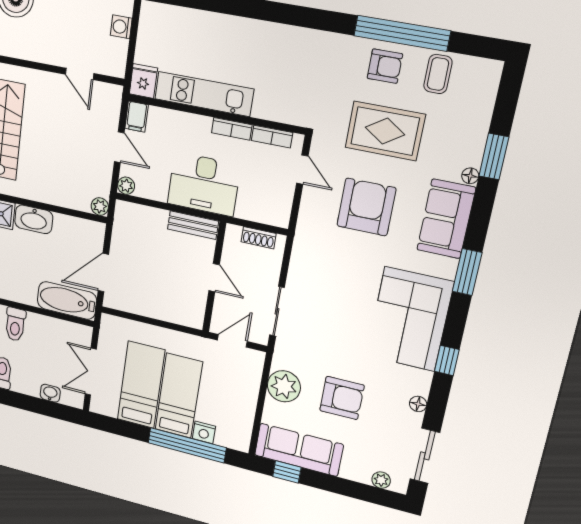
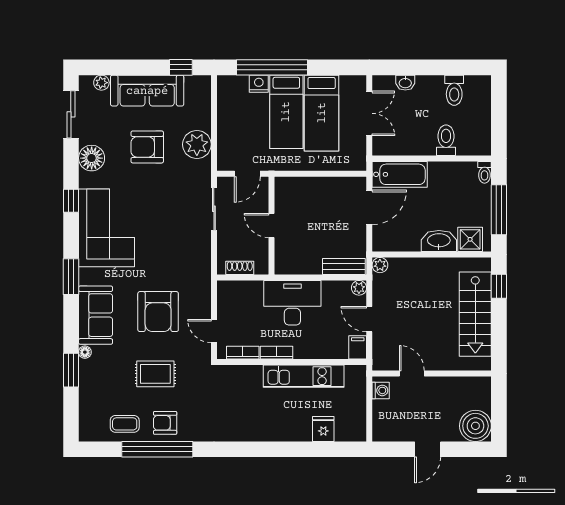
washing machine: (121, 27) -> (381, 390), moved
coffee table: (438, 74) -> (125, 424), turned 90
fridge: (143, 81) -> (323, 429), moved, turned 180
rug: (385, 131) -> (155, 374), width x0.73, depth x0.70
bench: (193, 225) -> (344, 267), moved
floor lamp: (418, 404) -> (92, 158), width x1.89, depth x1.89
sofa: (299, 450) -> (147, 91), moved

